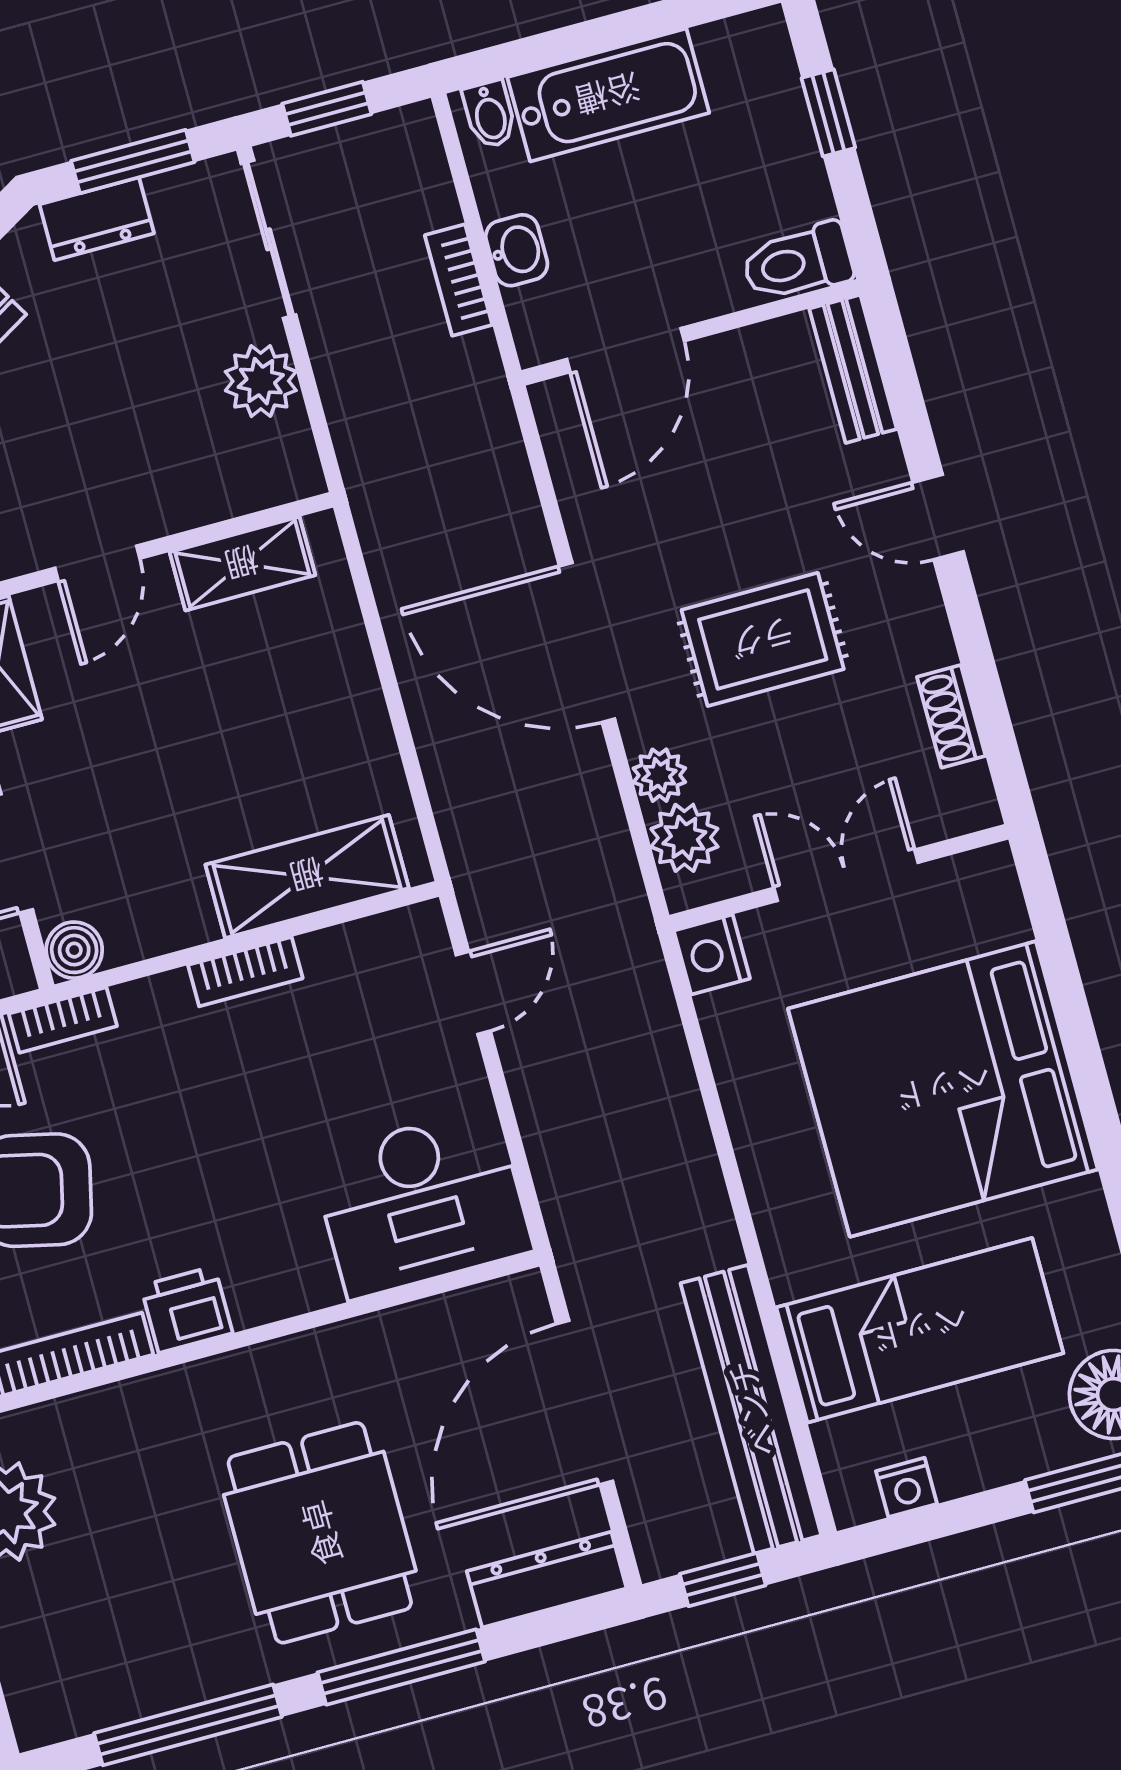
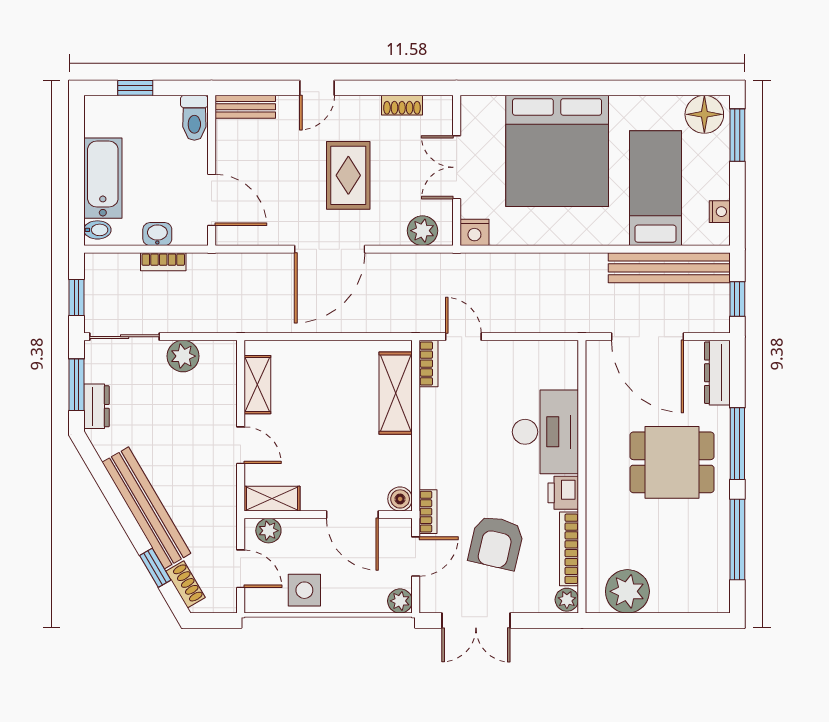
plant: (659, 775) -> (393, 234), removed
bookcase: (245, 972) -> (429, 364), moved
desk: (422, 1203) -> (545, 432), moved

